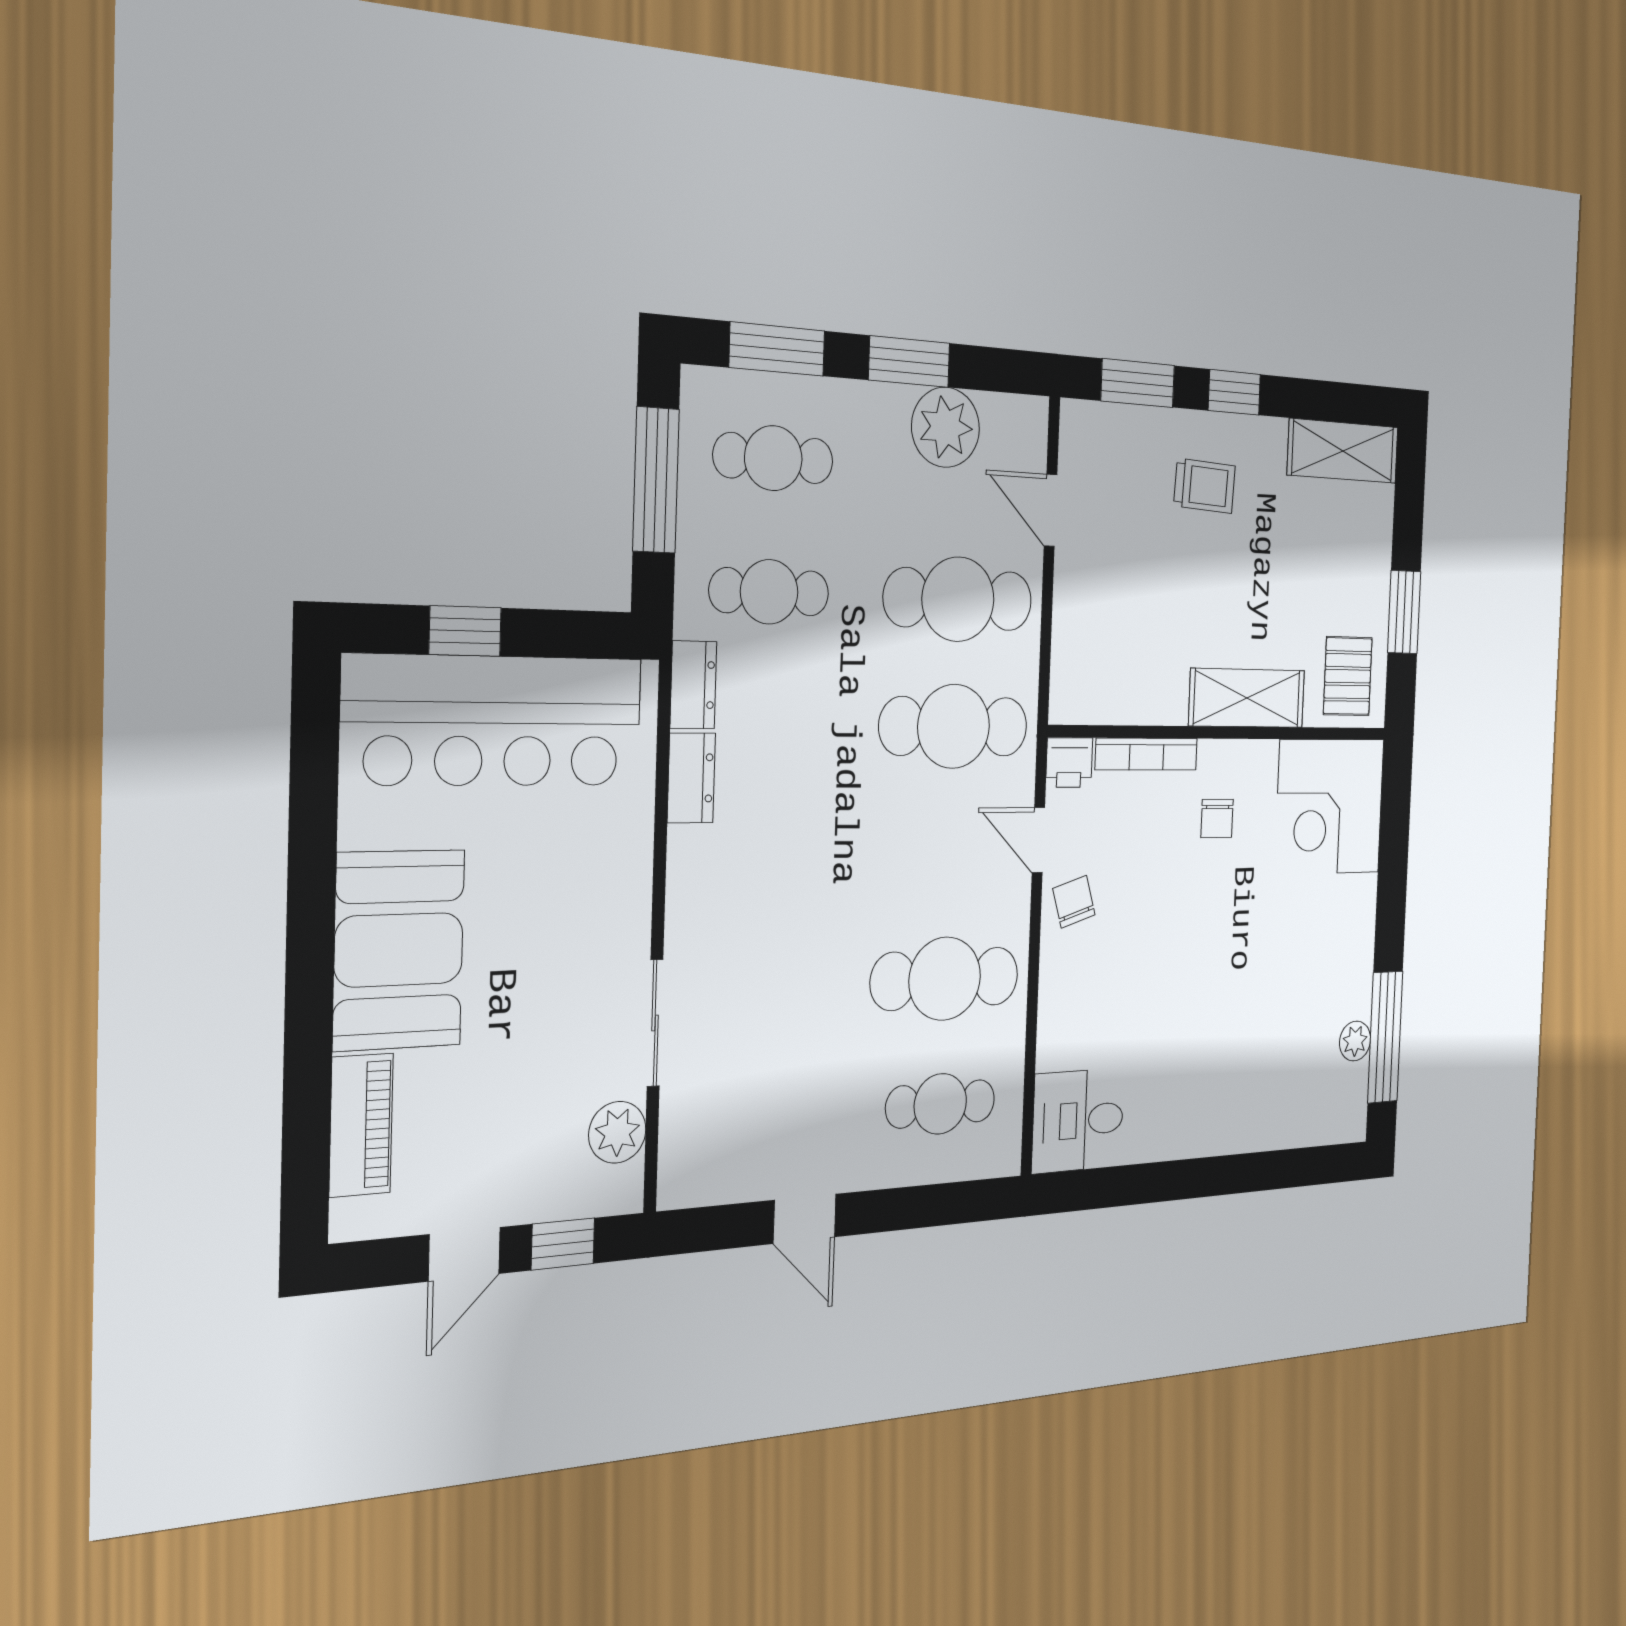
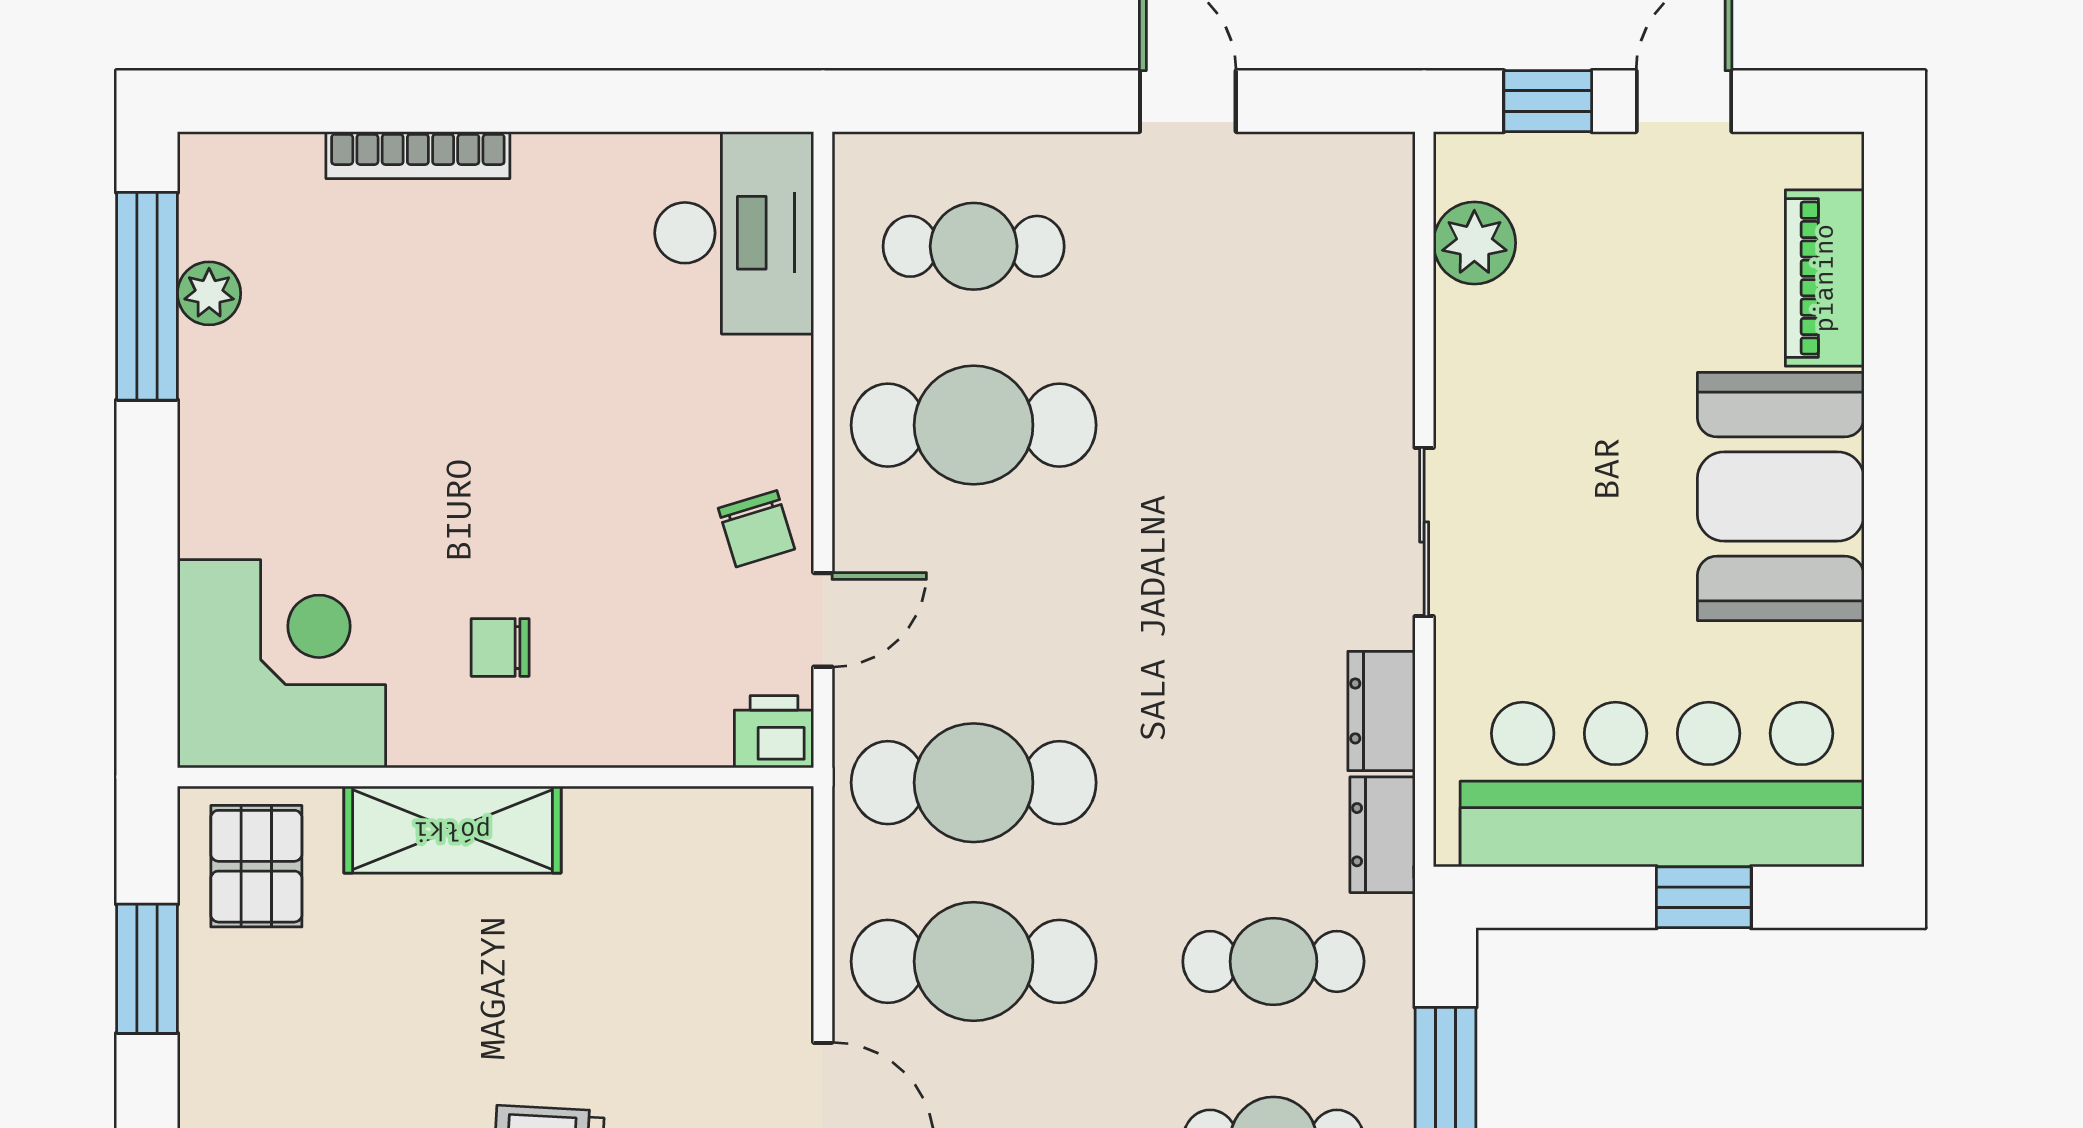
bookcase: (1146, 754) -> (418, 155), moved, turned 180
chair: (1217, 818) -> (500, 647), turned -90
door: (1038, 840) -> (823, 620), hinge flipped
sliding door: (655, 1023) -> (1424, 532), moved
desk: (1078, 1120) -> (734, 233), width x1.37

